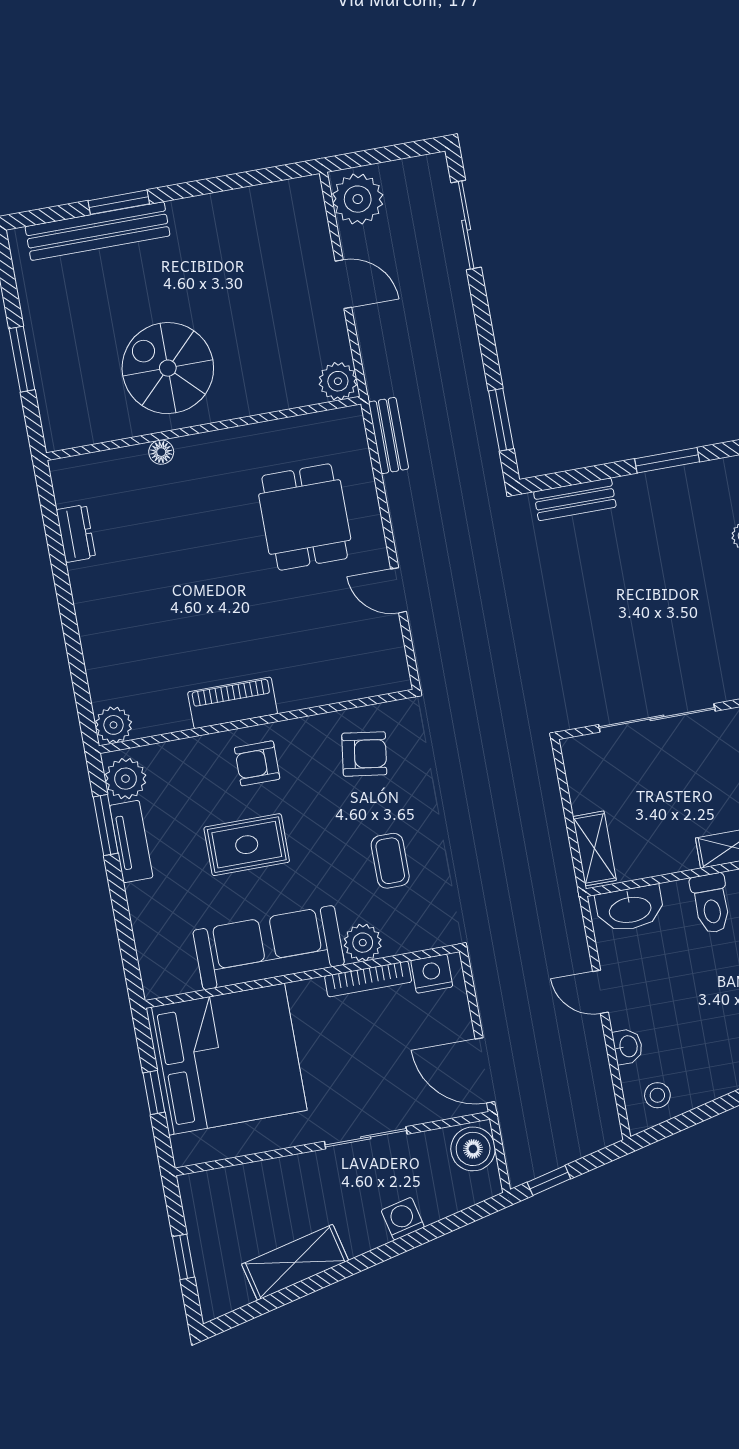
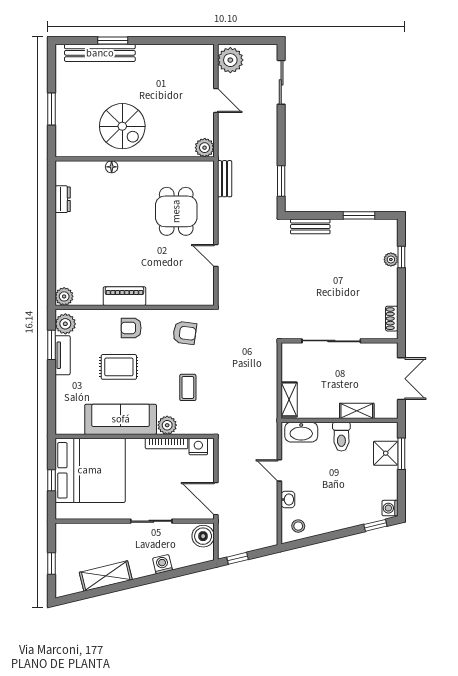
spiral stairs: (168, 368) -> (122, 126), turned 180

